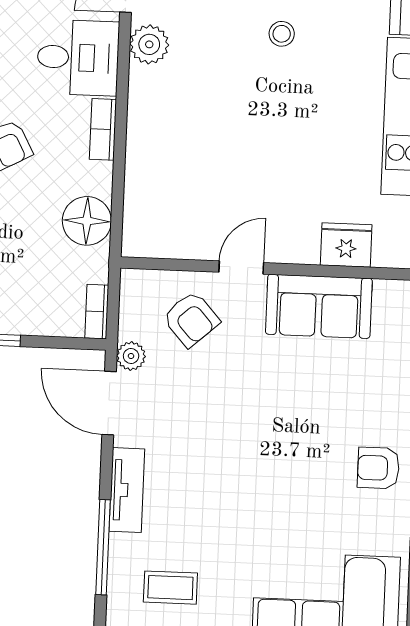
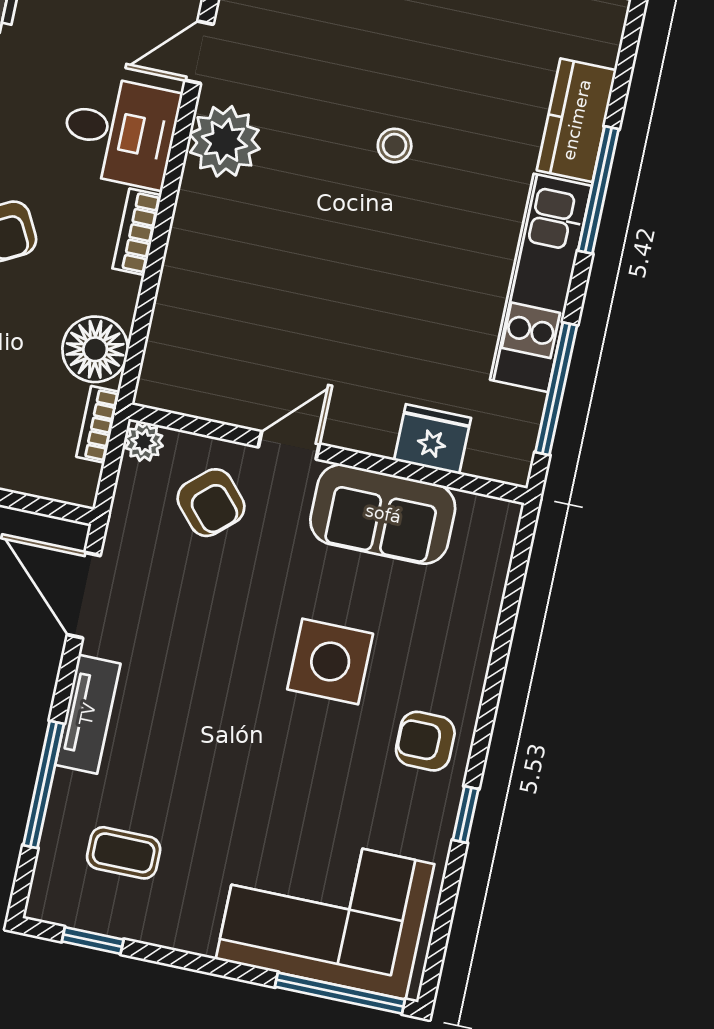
plant: (149, 44) -> (224, 141), width x1.36, depth x1.36
bookcase: (97, 312) -> (98, 424), moved
plant: (131, 356) -> (144, 442), moved
side table: (299, 421) -> (330, 662), added

